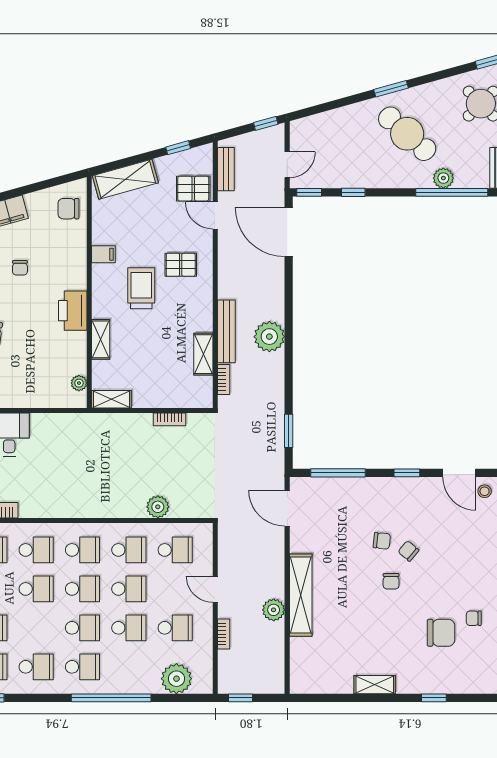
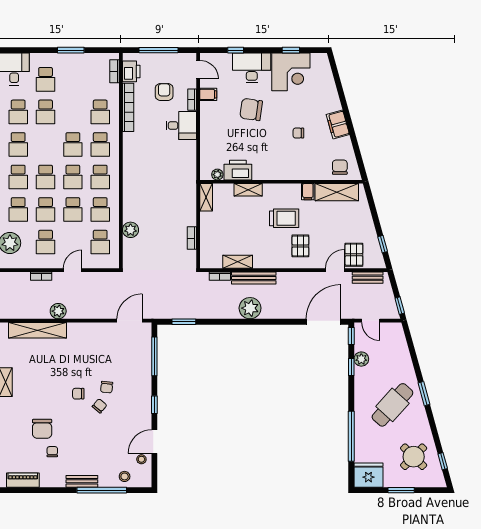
plant: (443, 178) -> (361, 359), moved
shelving: (125, 179) -> (337, 192), moved, turned -75
printer: (73, 311) -> (238, 170), moved
shelving: (301, 595) -> (38, 330), moved
school desk: (129, 667) -> (18, 210), added

